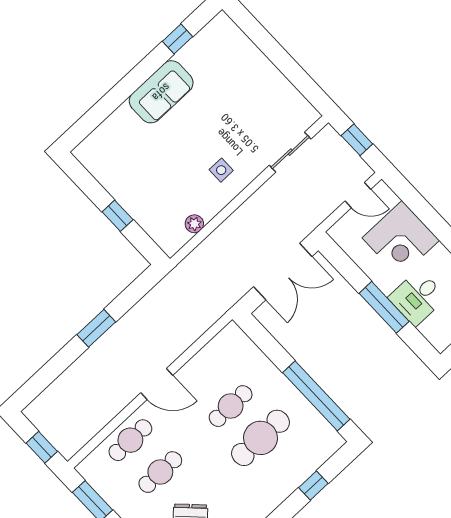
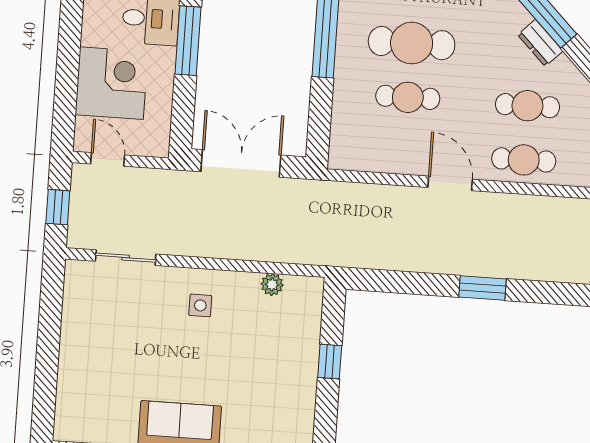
window: (96, 328) -> (483, 288), moved

